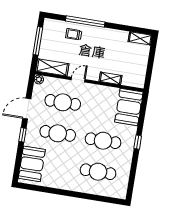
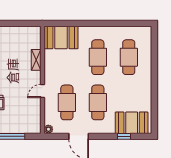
shelving: (52, 67) -> (35, 118), removed
door: (78, 80) -> (42, 91), hinge flipped
window: (23, 135) -> (124, 136), moved
window: (138, 142) -> (94, 23), removed

